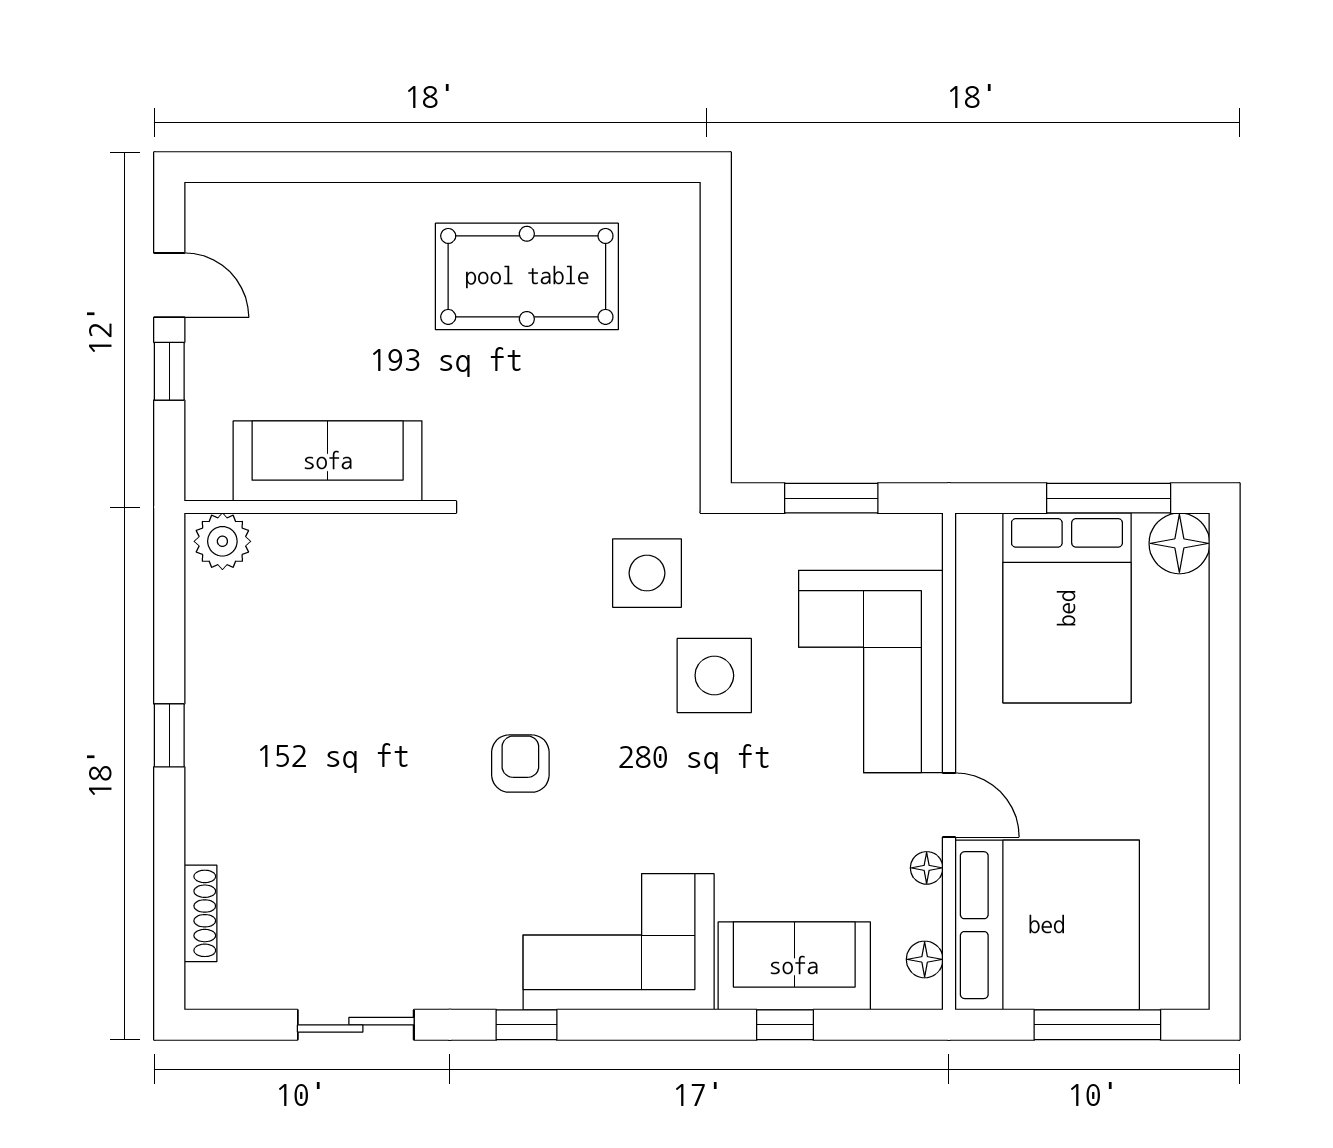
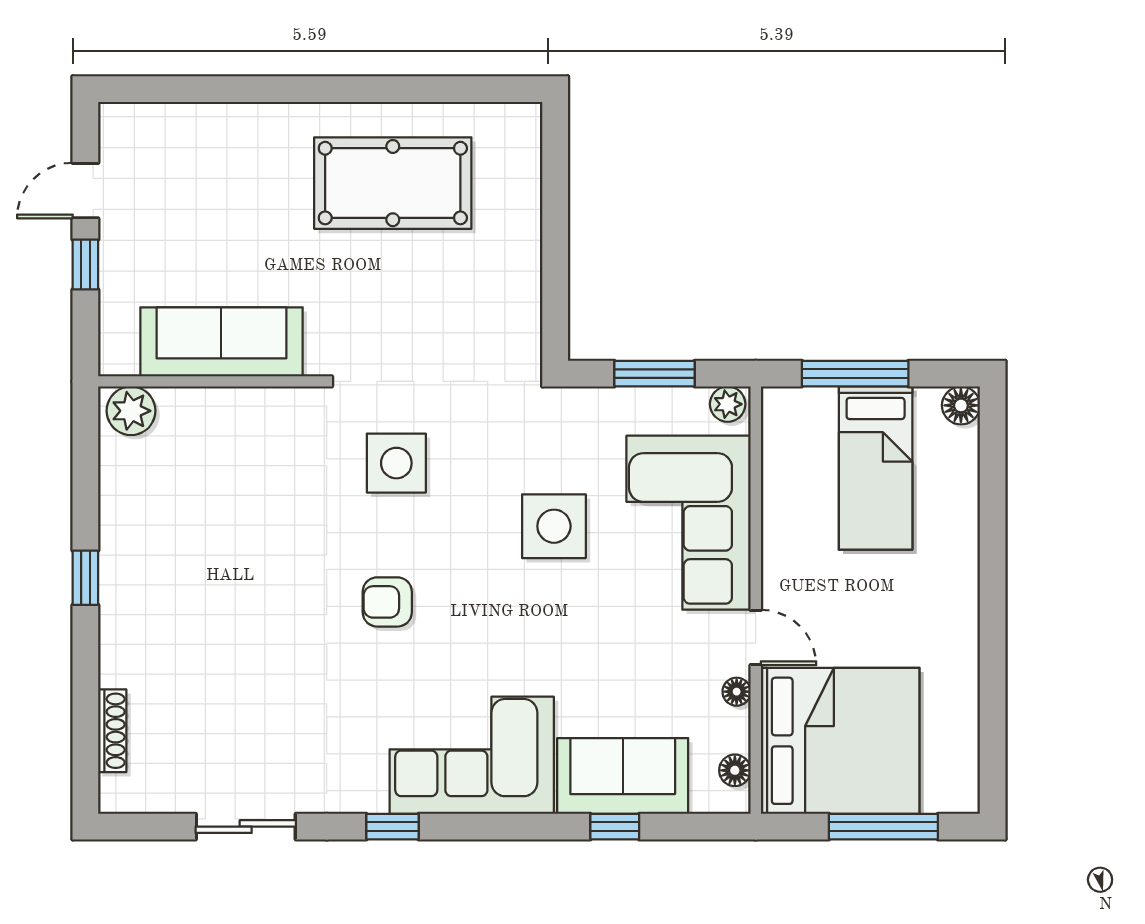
door: (169, 285) -> (85, 191), swing flipped
window: (1109, 498) -> (855, 374), moved
plant: (916, 534) -> (728, 404), added
floor lamp: (1179, 543) -> (961, 405), width x0.73, depth x0.73
side table: (647, 573) -> (396, 463), moved
bed: (1067, 608) -> (876, 468), width x0.67
armchair: (520, 764) -> (387, 602), turned -90

